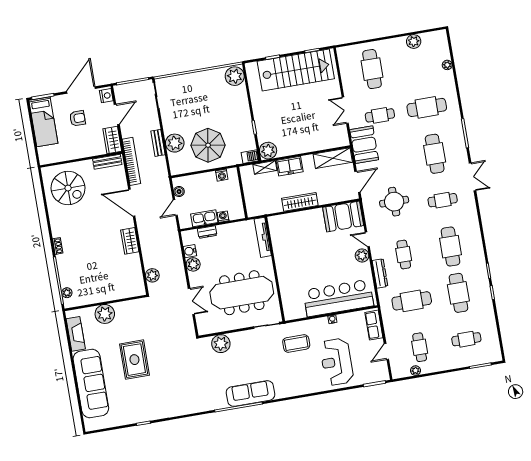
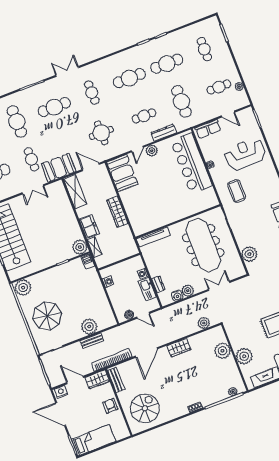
armchair: (77, 118) -> (110, 406), moved
parasol: (208, 145) -> (47, 316), moved
plant: (116, 290) -> (222, 351), added
reception desk: (337, 362) -> (245, 154), turned 180

